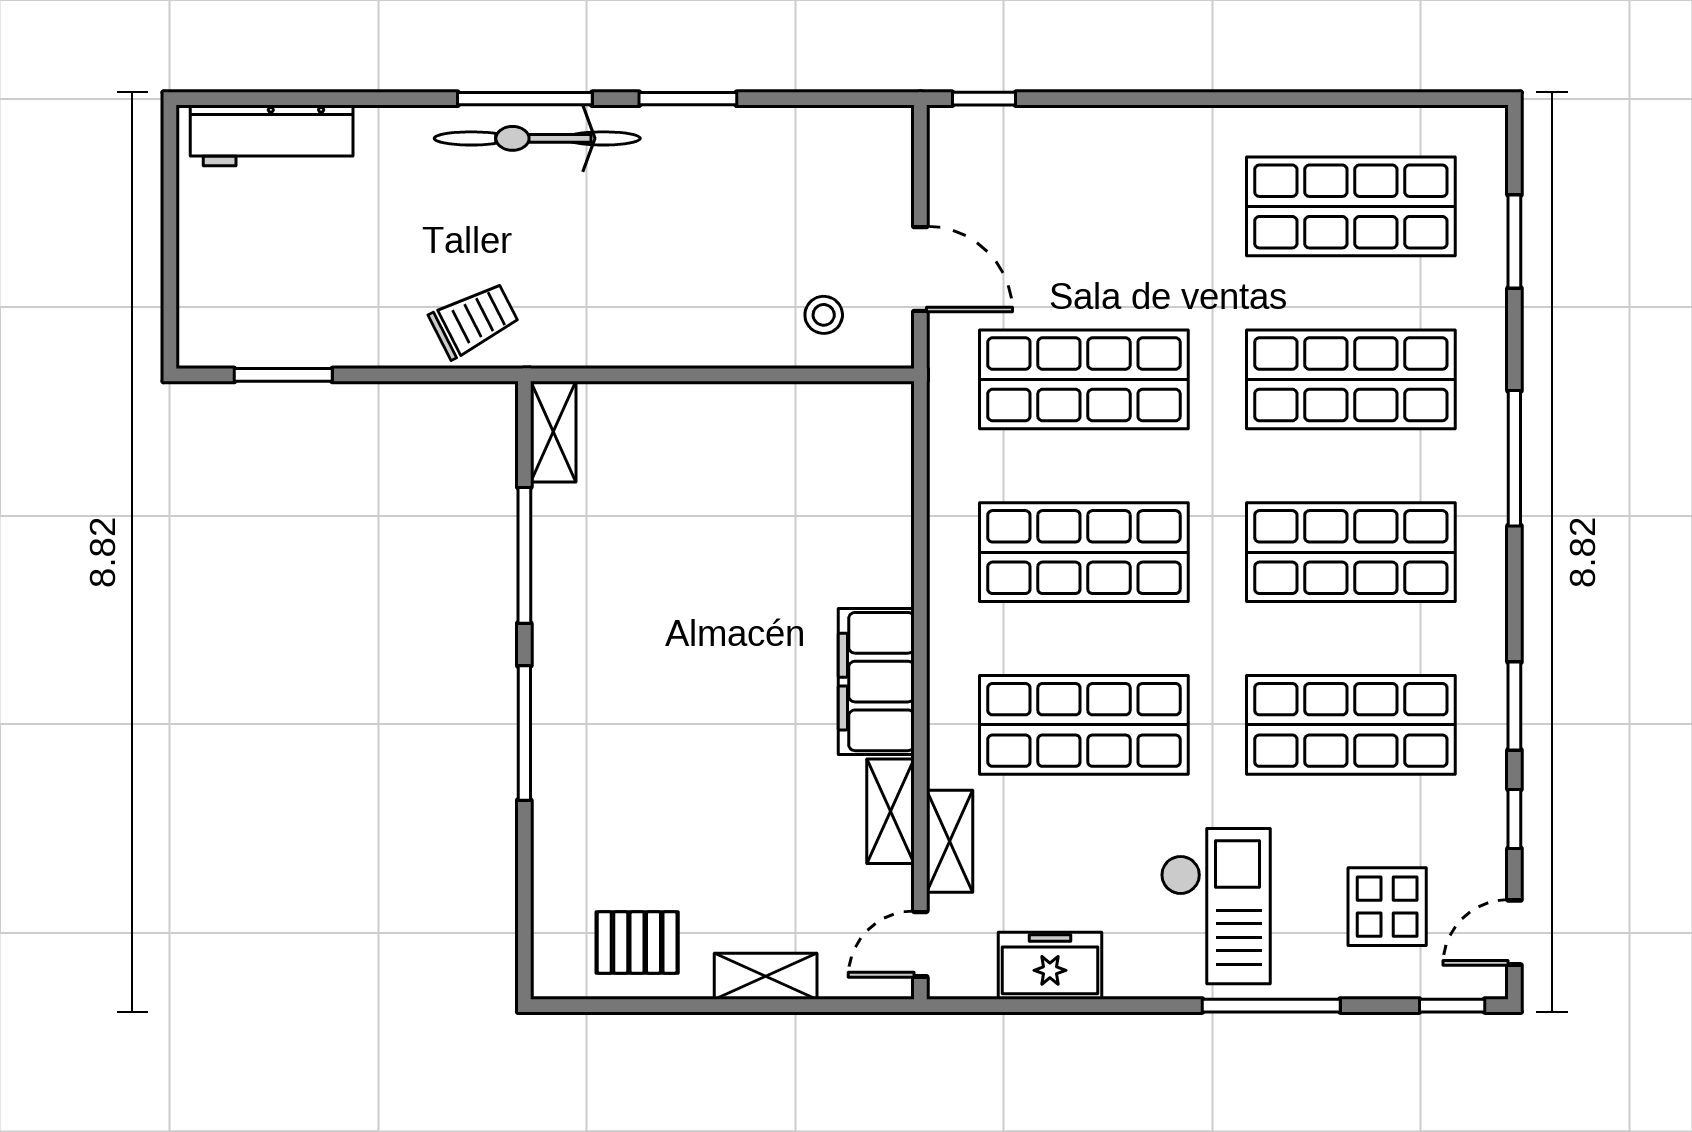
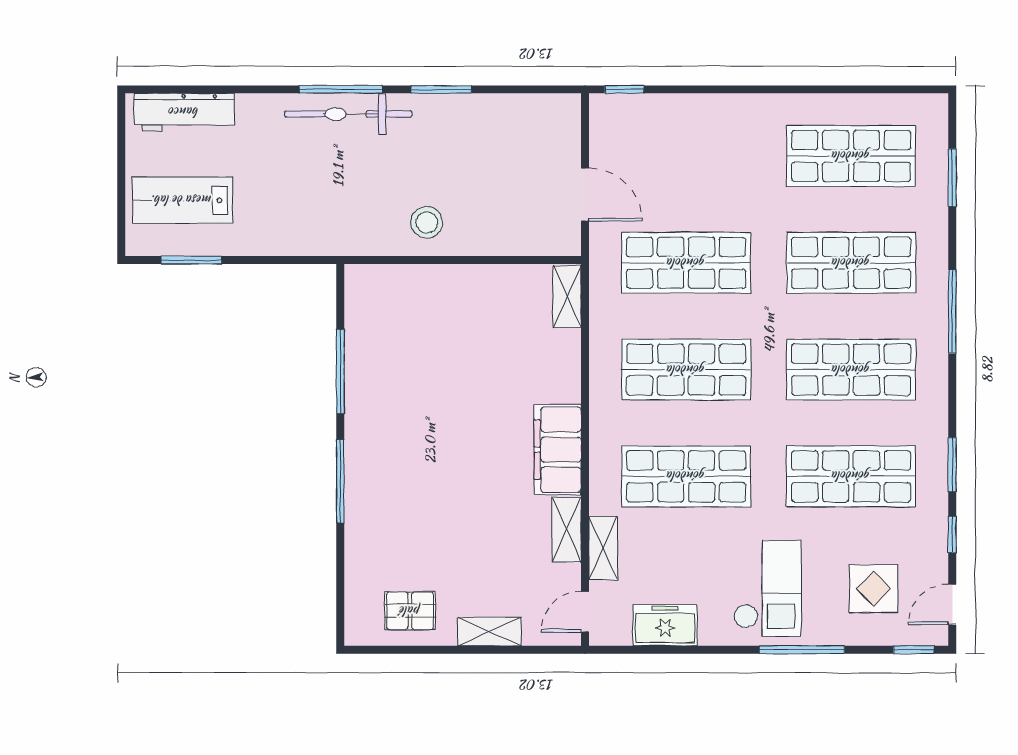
lab bench: (269, 278) -> (182, 200), added
stool: (824, 315) -> (427, 222), moved, width x1.37, depth x1.37
trolley: (474, 320) -> (309, 226), removed
shelving: (553, 432) -> (567, 297), moved

